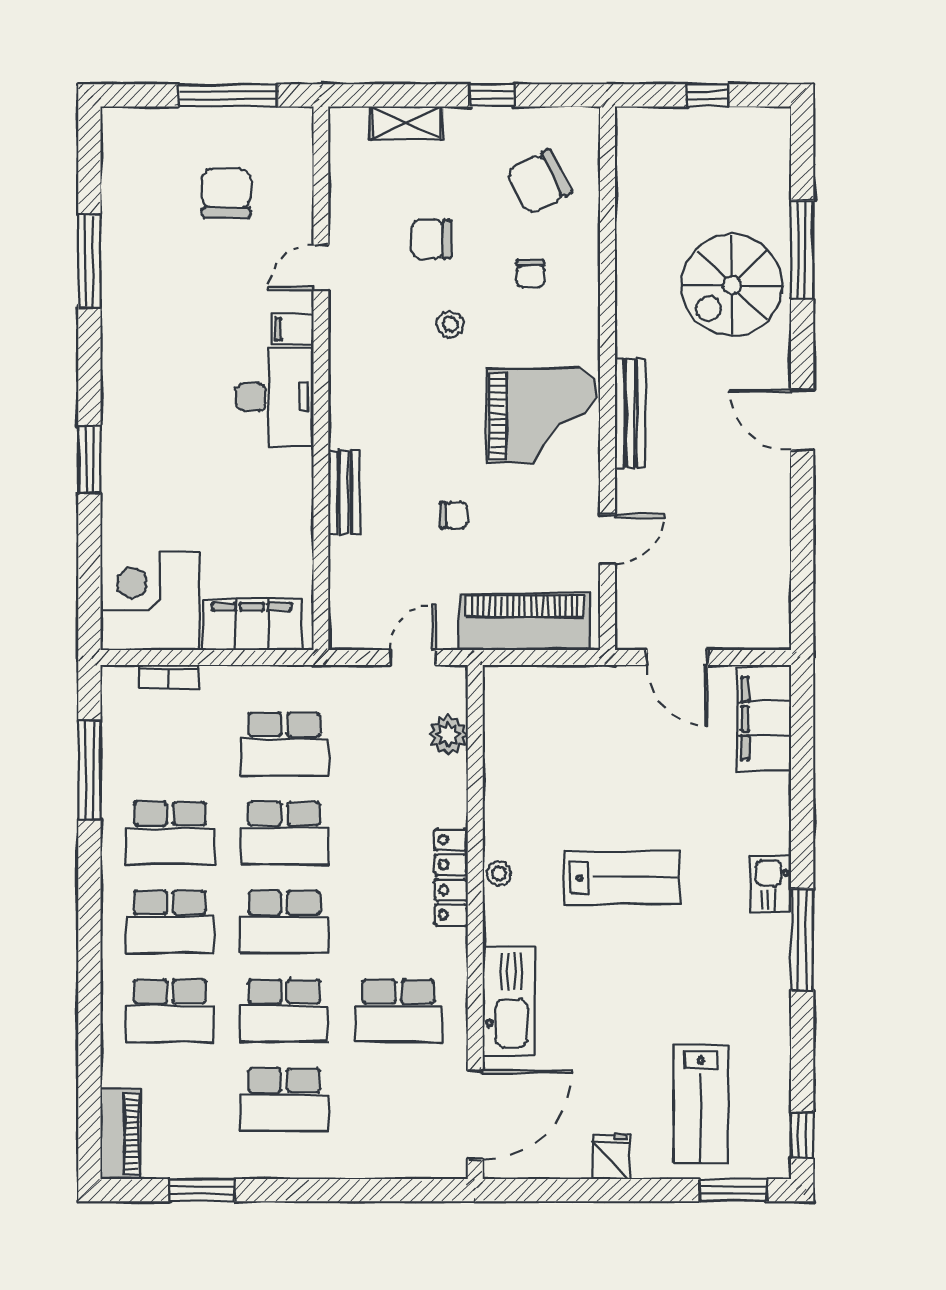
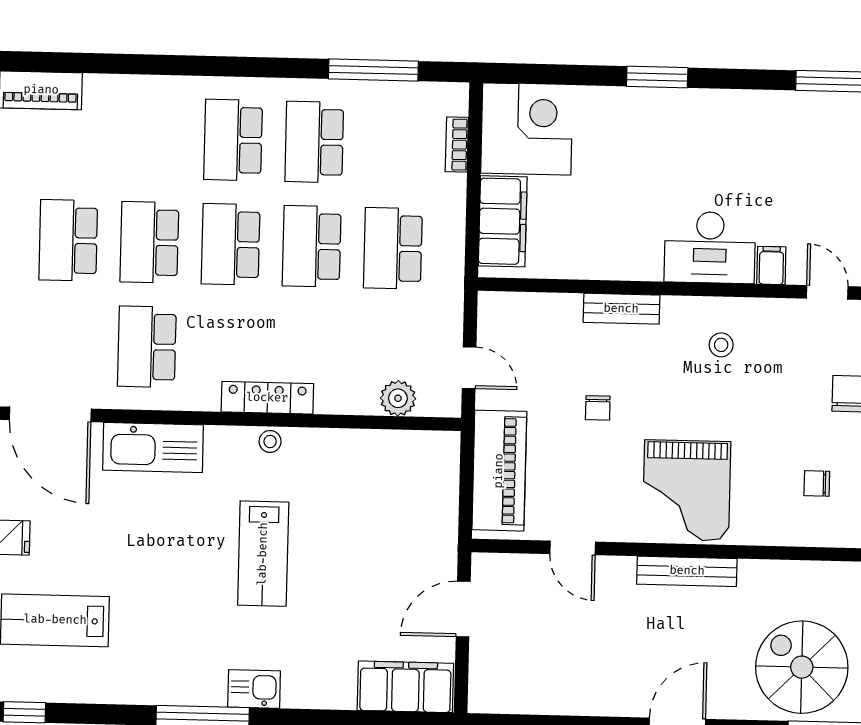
stool: (450, 324) -> (721, 345), moved
school desk: (170, 1011) -> (152, 138), removed

